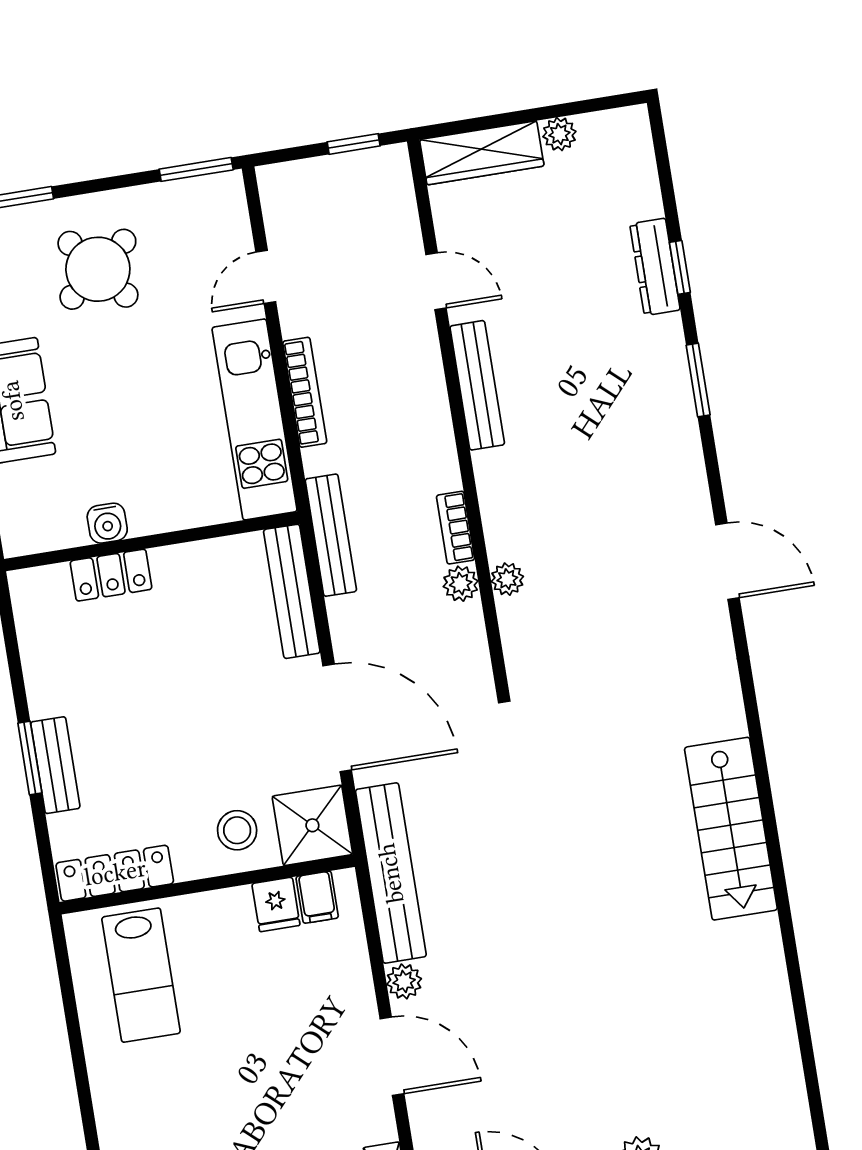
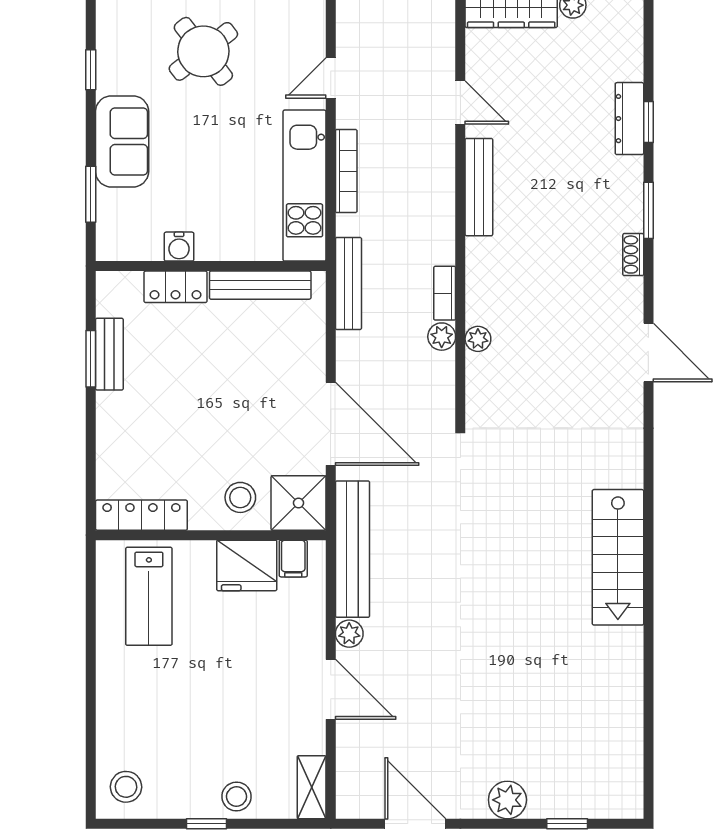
shoe rack: (688, 439) -> (633, 255), added
bench: (292, 591) -> (260, 285), moved, turned 90
window: (30, 758) -> (91, 359), moved
bench: (55, 765) -> (109, 354), moved
fridge: (276, 904) -> (247, 565), width x1.88, depth x1.34

